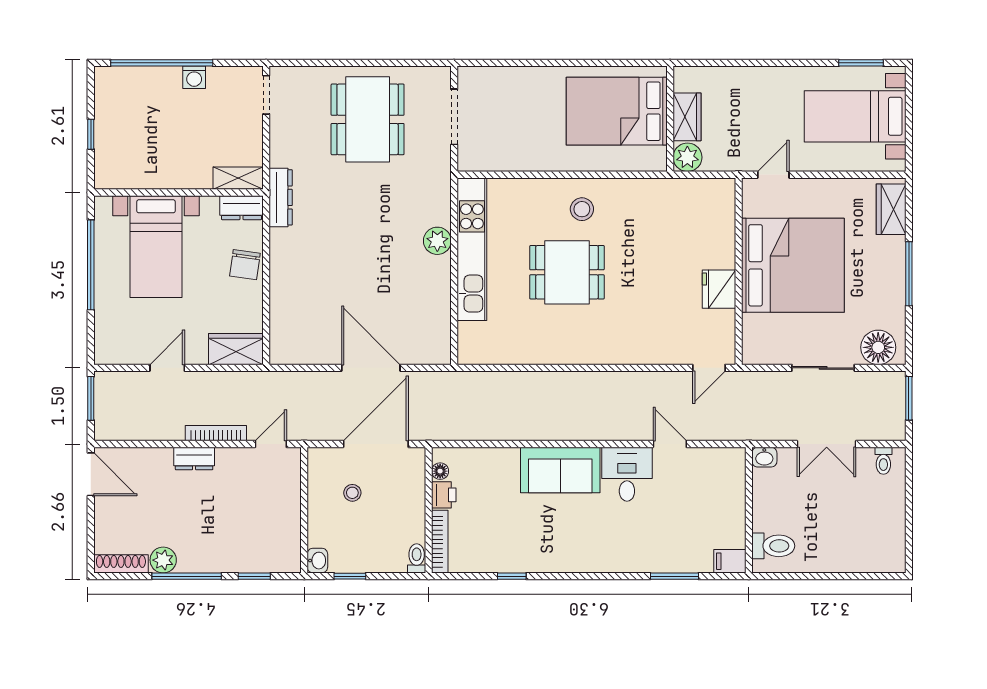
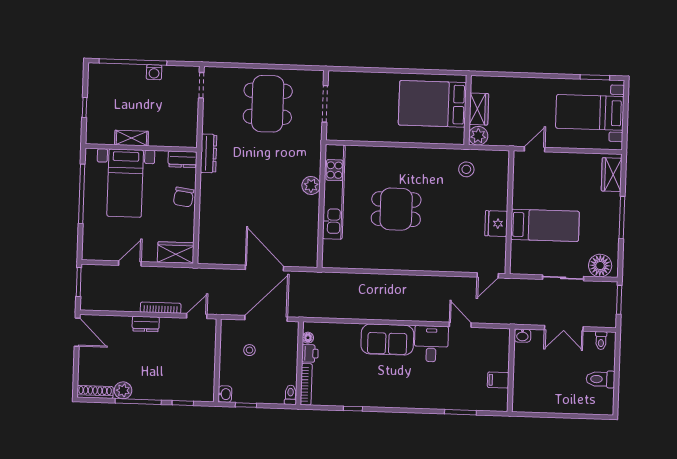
shelving: (238, 178) -> (131, 138), moved
stool: (582, 209) -> (466, 169), moved
bed: (793, 265) -> (545, 225), width x0.49
toilet: (773, 546) -> (600, 379), moved, turned 180
filing cabinet: (730, 561) -> (498, 380), moved

